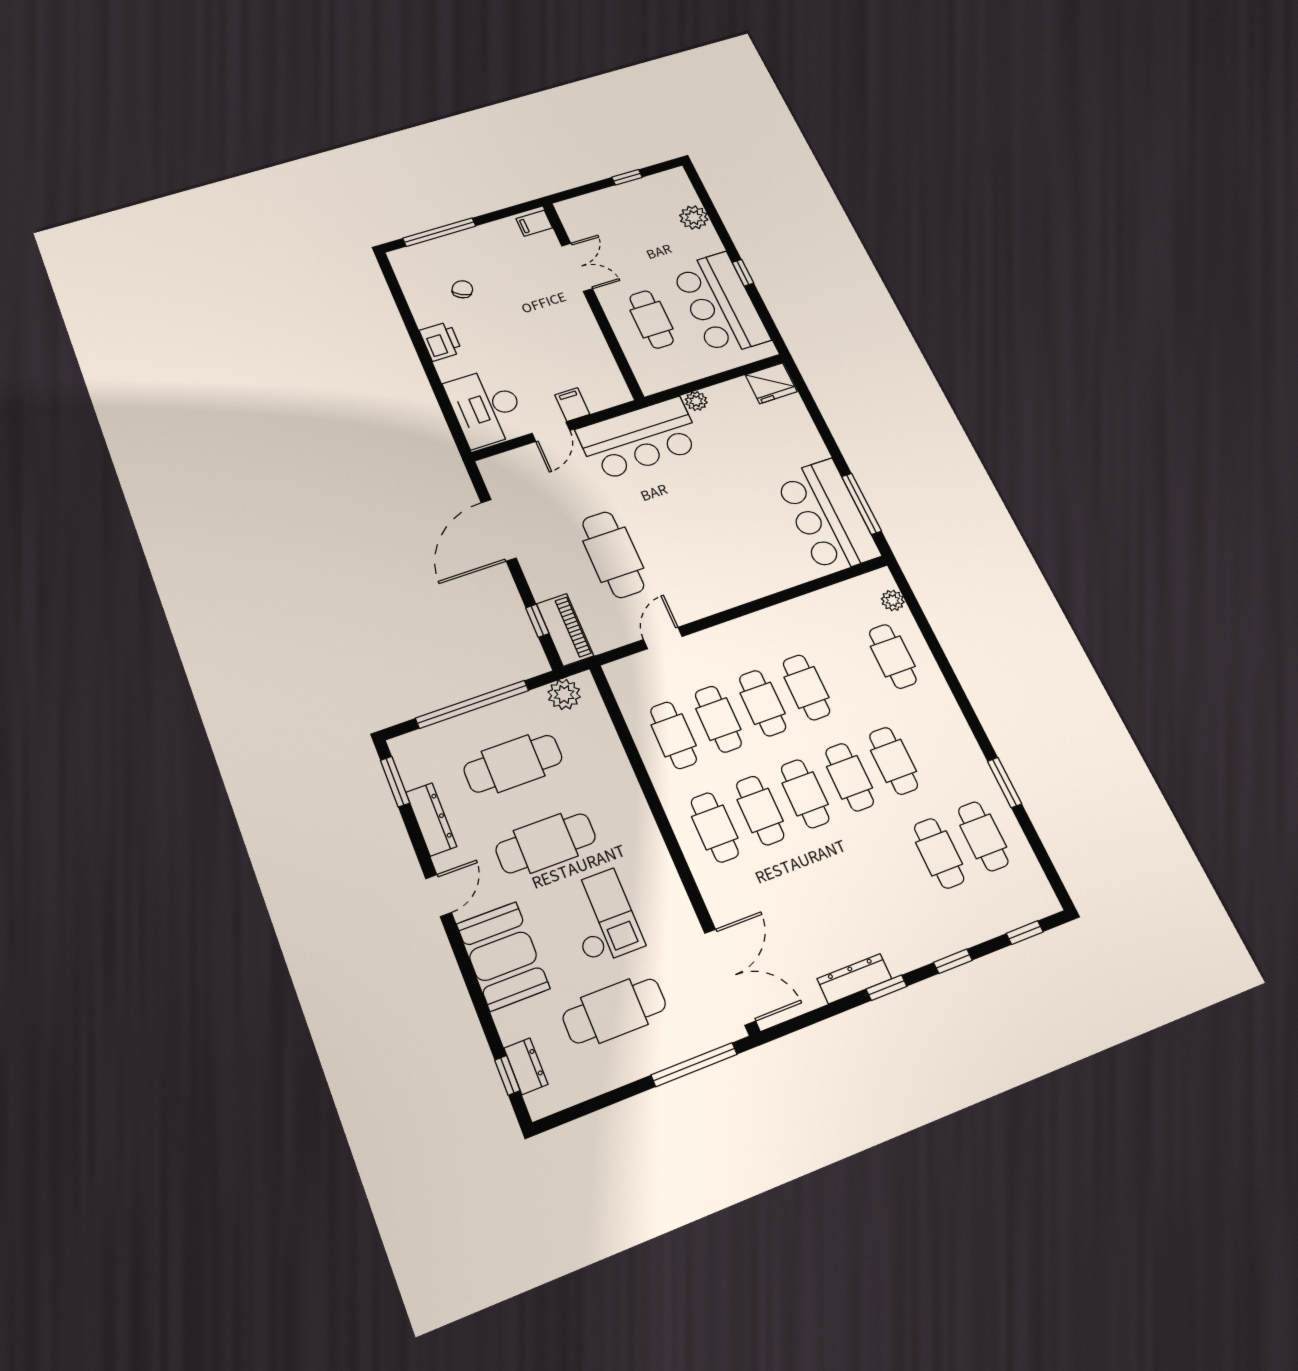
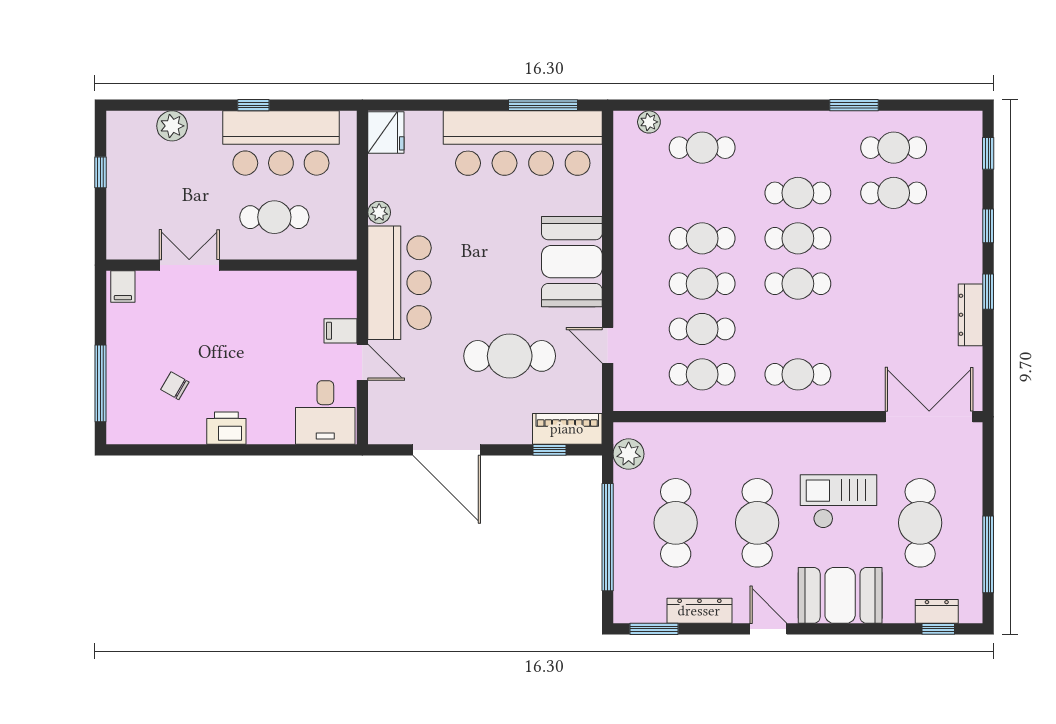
desk: (486, 407) -> (325, 412), width x0.73
bar counter: (827, 516) -> (523, 143), width x1.36
booth: (728, 578) -> (572, 262), added
cafe table: (760, 810) -> (798, 329), removed
window: (694, 1065) -> (988, 554), moved

